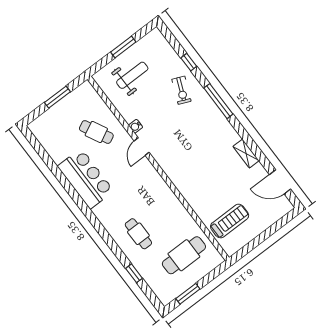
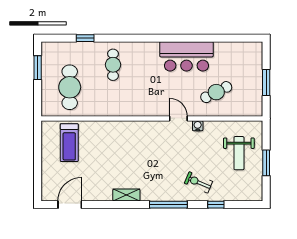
shelving: (246, 154) -> (126, 195), moved
cafe table: (138, 234) -> (113, 65), turned 90

